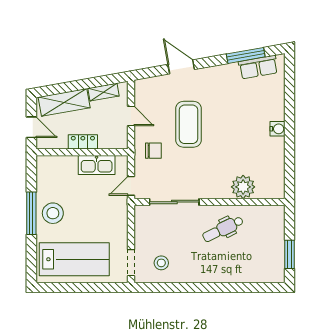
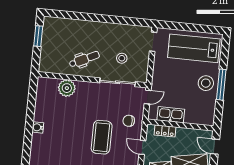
locker: (83, 142) -> (165, 131), moved
stool: (161, 263) -> (122, 58), moved

